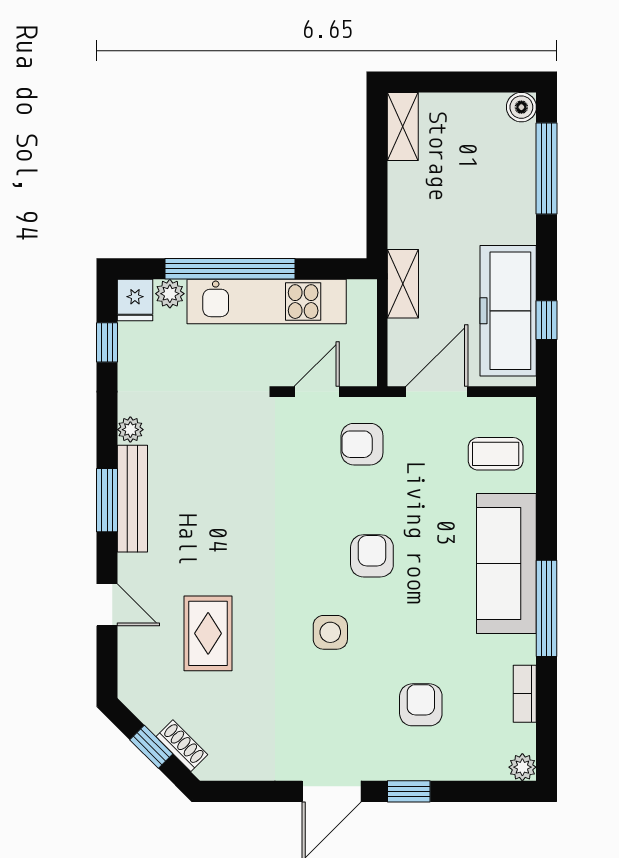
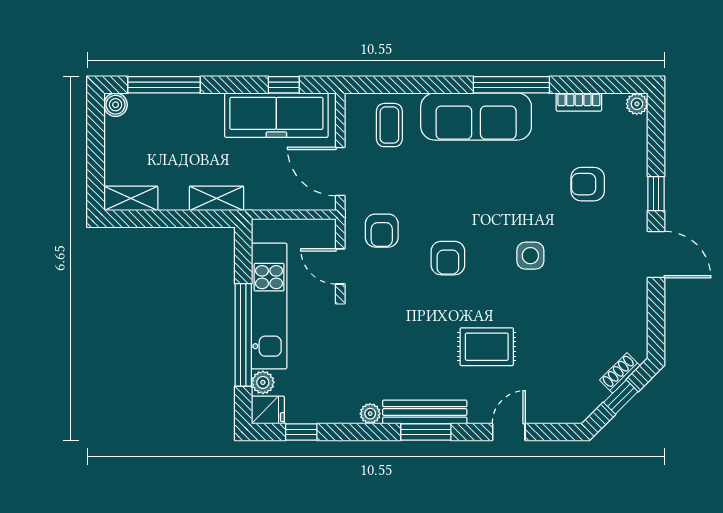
shelving: (403, 284) -> (216, 198), moved
armchair: (372, 556) -> (448, 258), moved, turned -90
rug: (208, 633) -> (487, 347), moved

